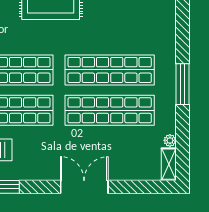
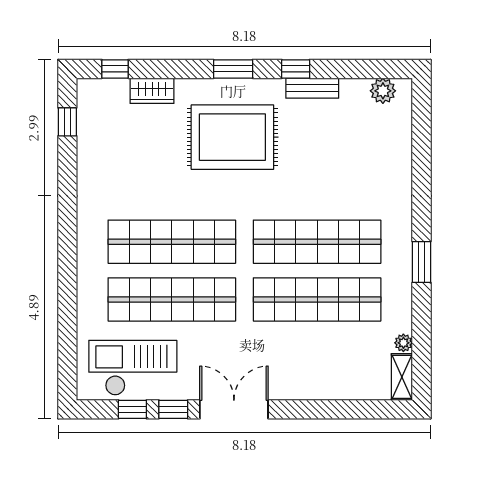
window: (182, 84) -> (422, 262), width x0.69
double door: (84, 187) -> (234, 409), moved

